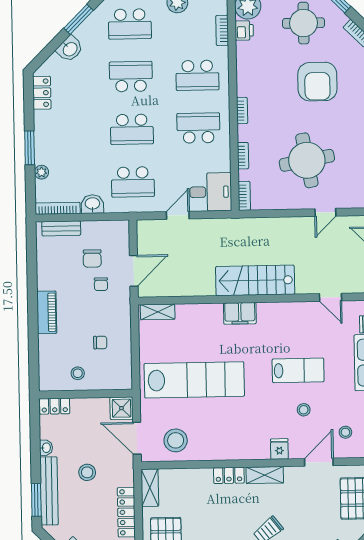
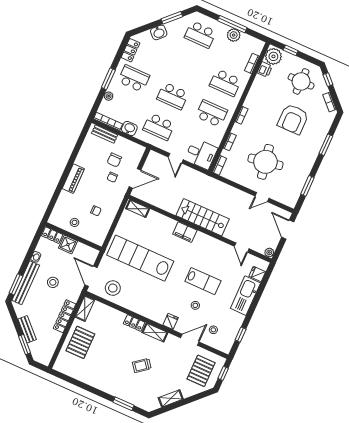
school desk: (131, 77) -> (134, 78), moved
door: (178, 215) -> (176, 158), swing flipped
lab bench: (194, 380) -> (140, 258), turned 180
shower: (121, 408) -> (68, 245), moved

